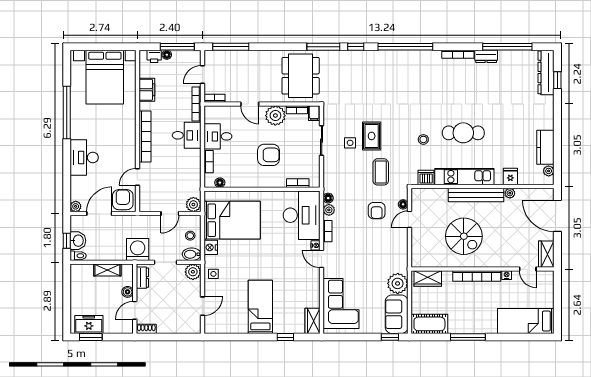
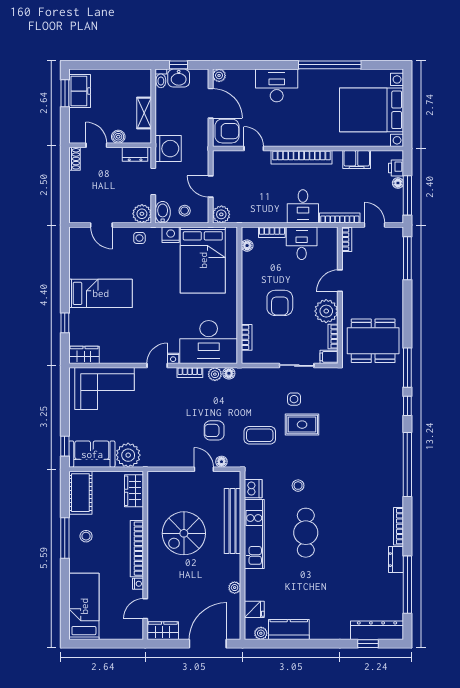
fridge: (510, 177) -> (254, 609), moved
bench: (476, 195) -> (233, 521), moved
stool: (466, 319) -> (86, 536), added

